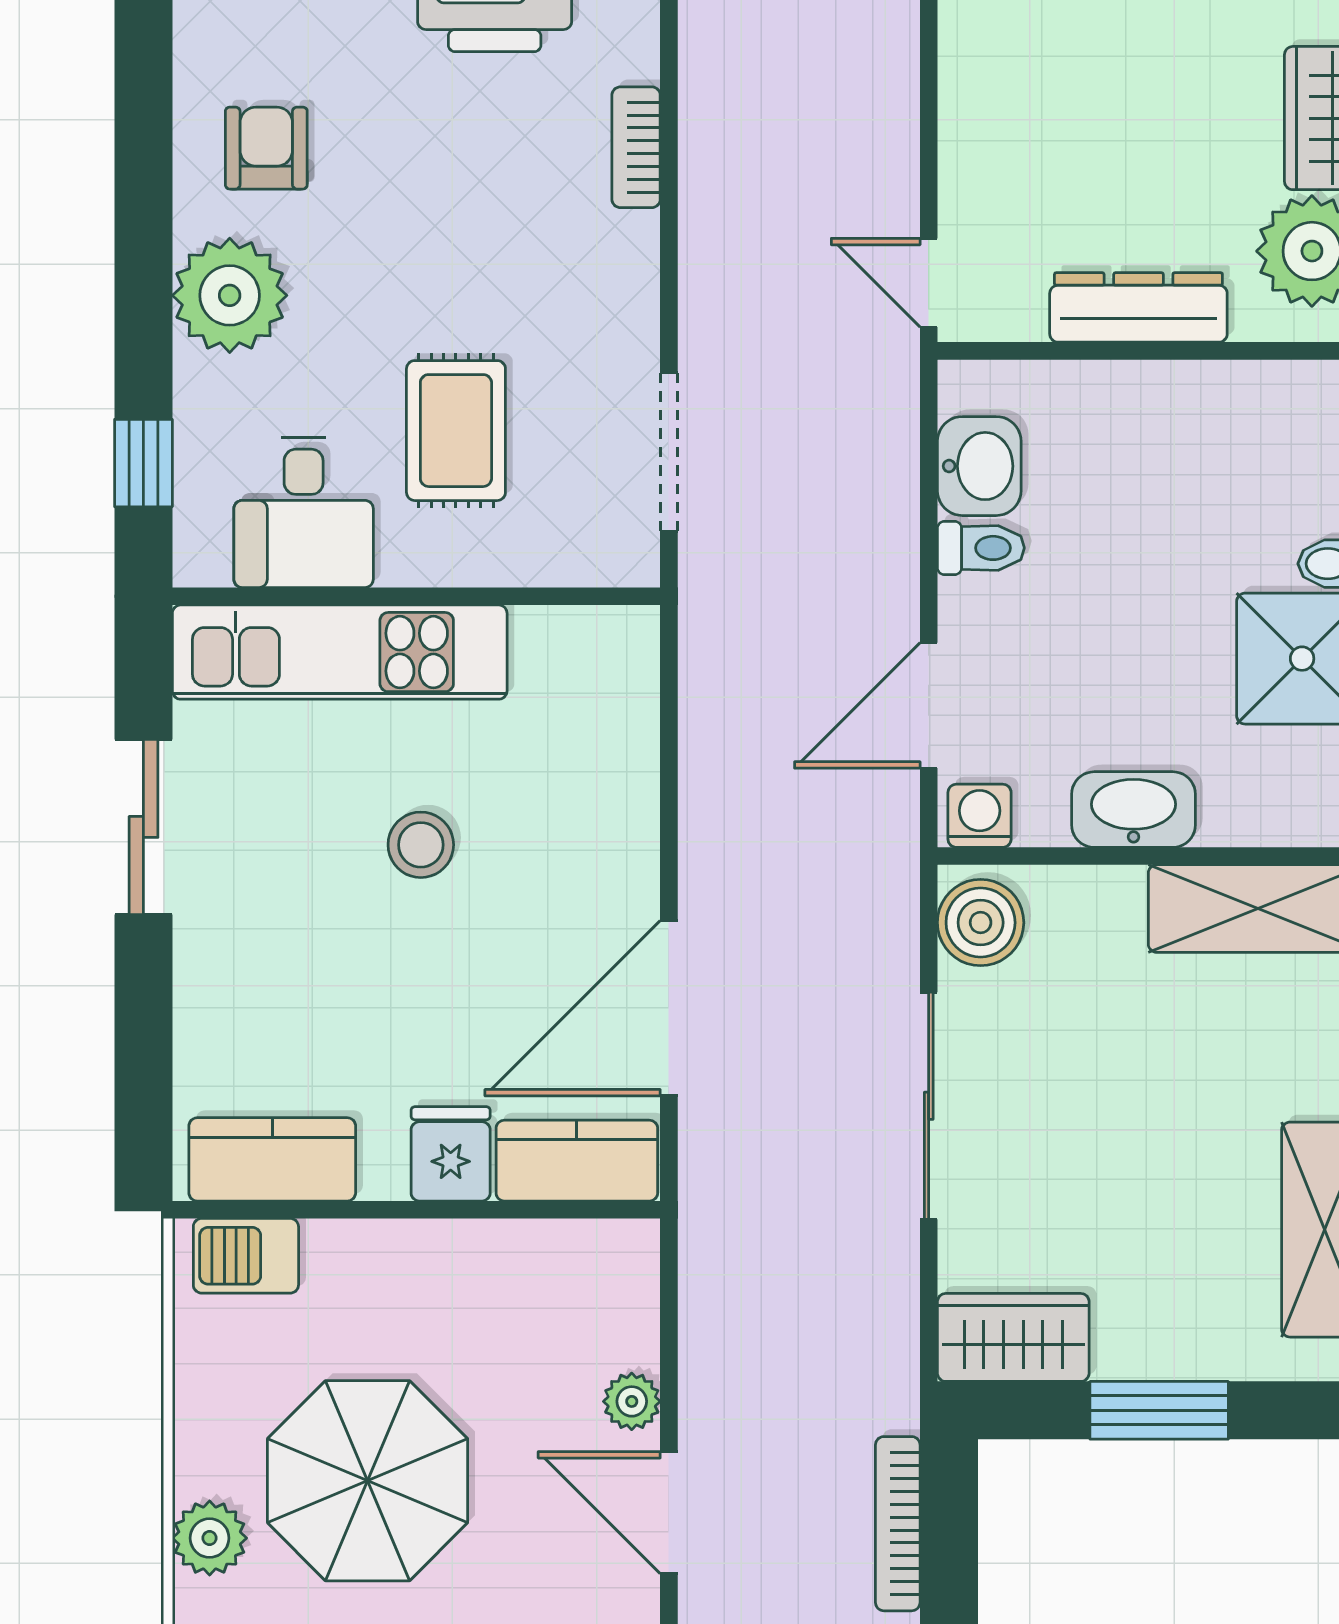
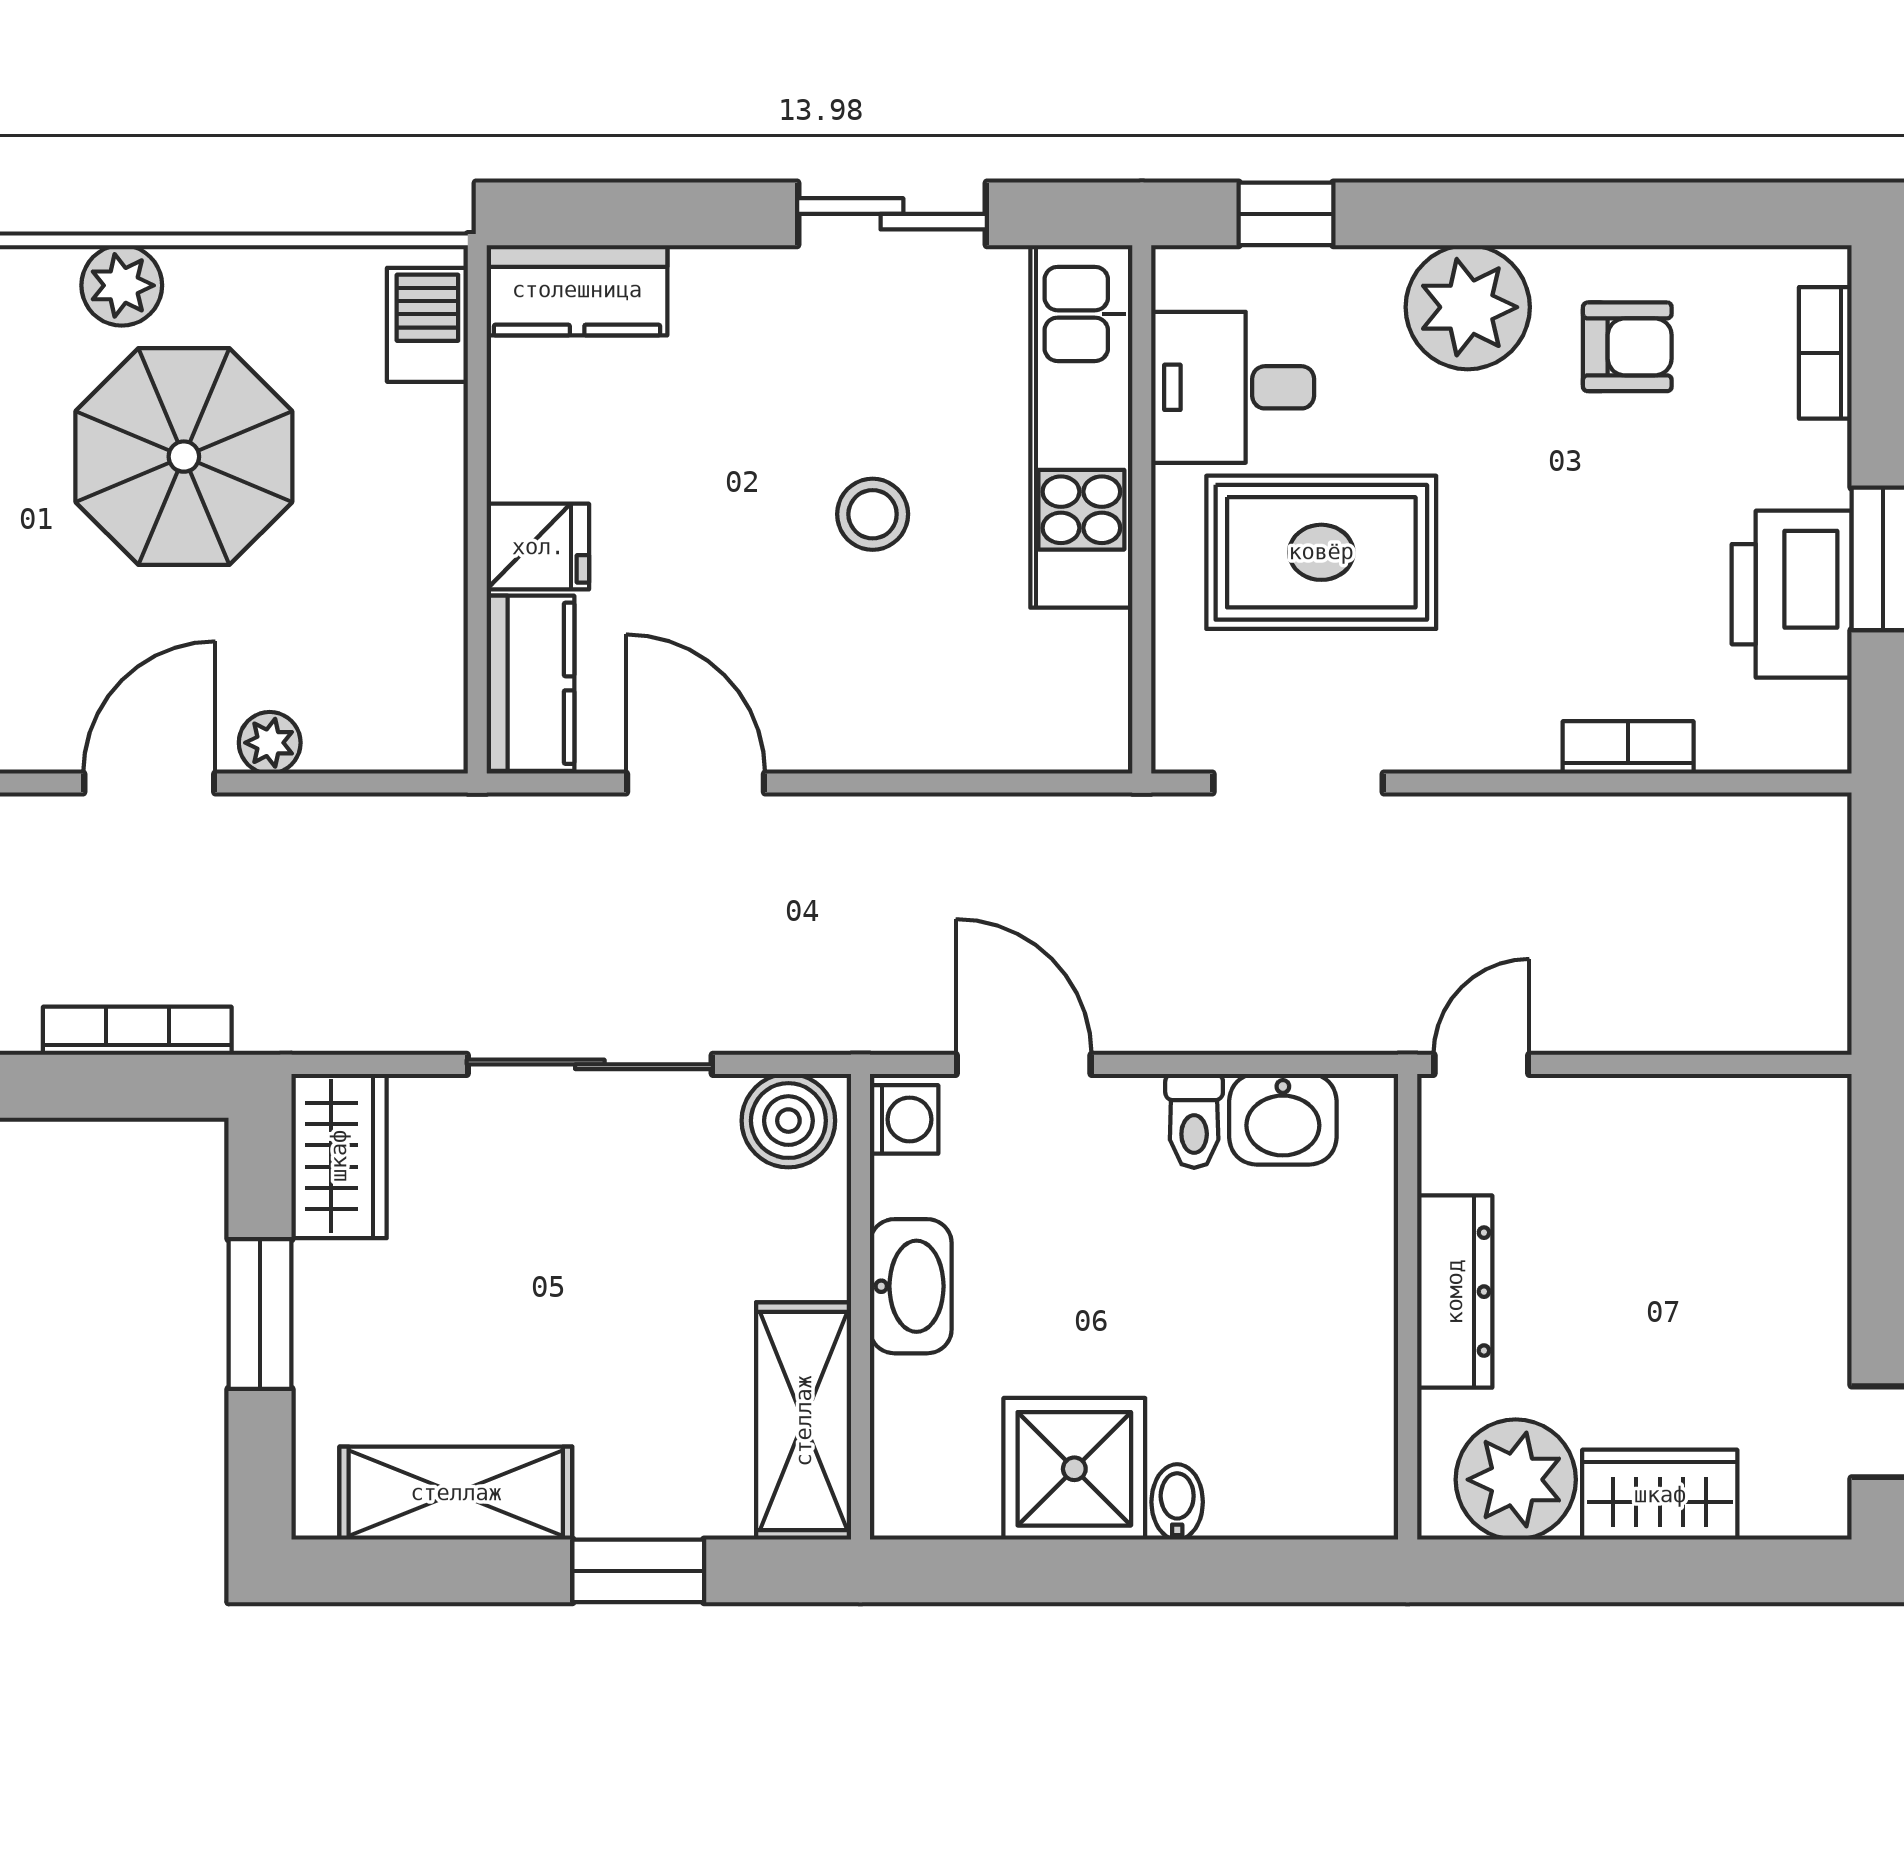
rug: (456, 431) -> (1321, 552), width x1.36, depth x1.43
door: (669, 1008) -> (696, 783), width x0.73
kitchen counter: (272, 1159) -> (577, 290), moved, turned 90

